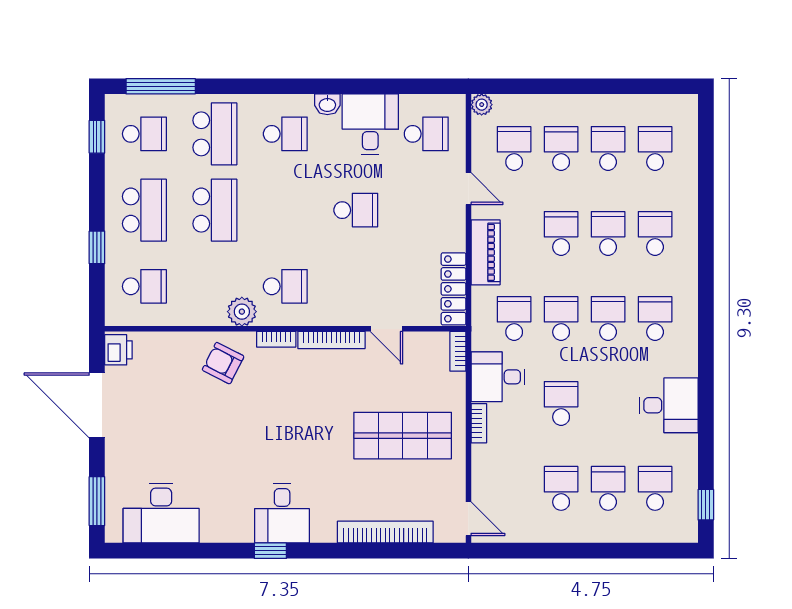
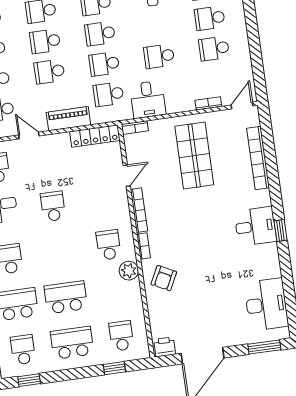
door: (468, 189) -> (29, 135), hinge flipped
window: (97, 247) -> (114, 368), moved
bookcase: (479, 423) -> (208, 103), moved

